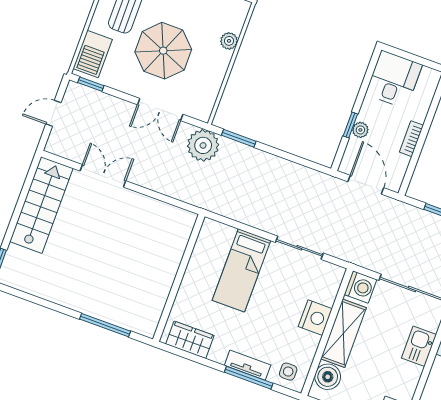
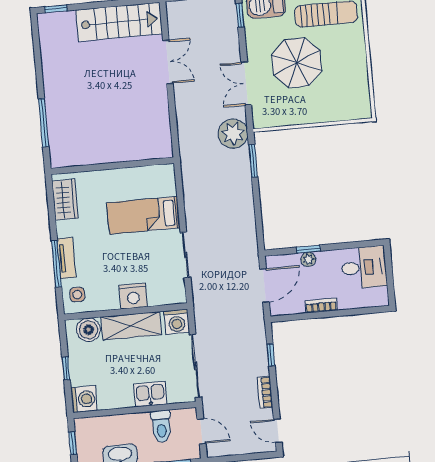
plant: (229, 41) -> (331, 114), removed

